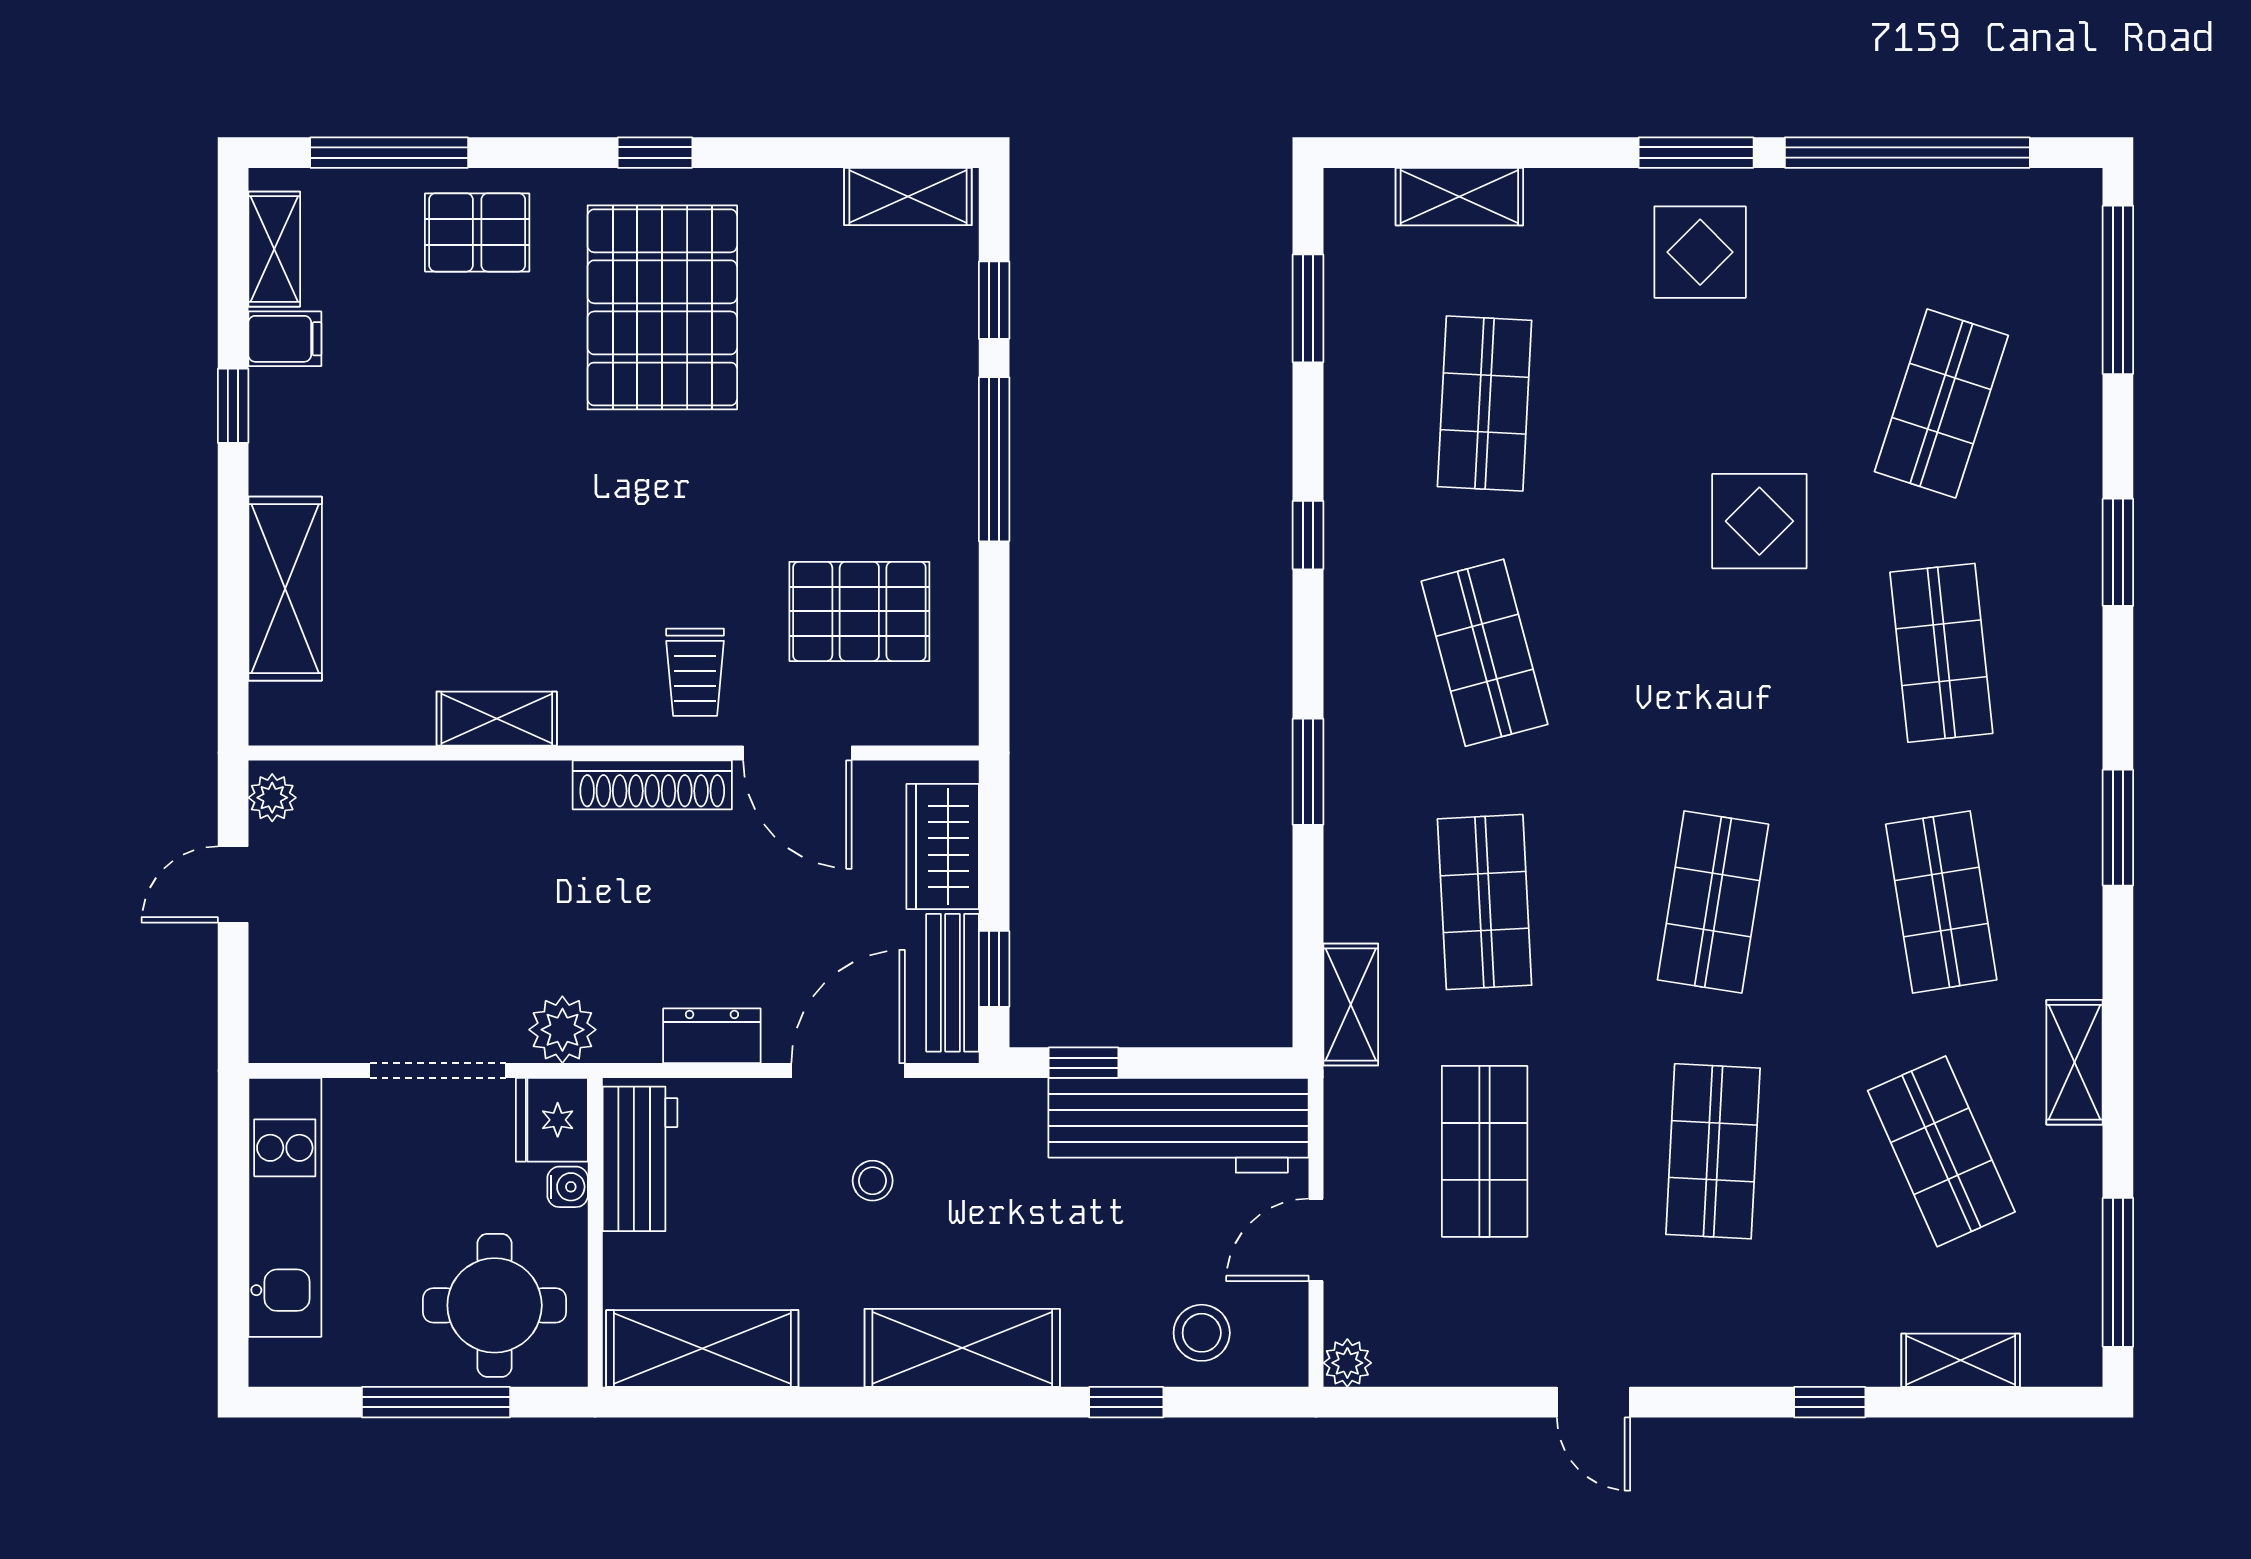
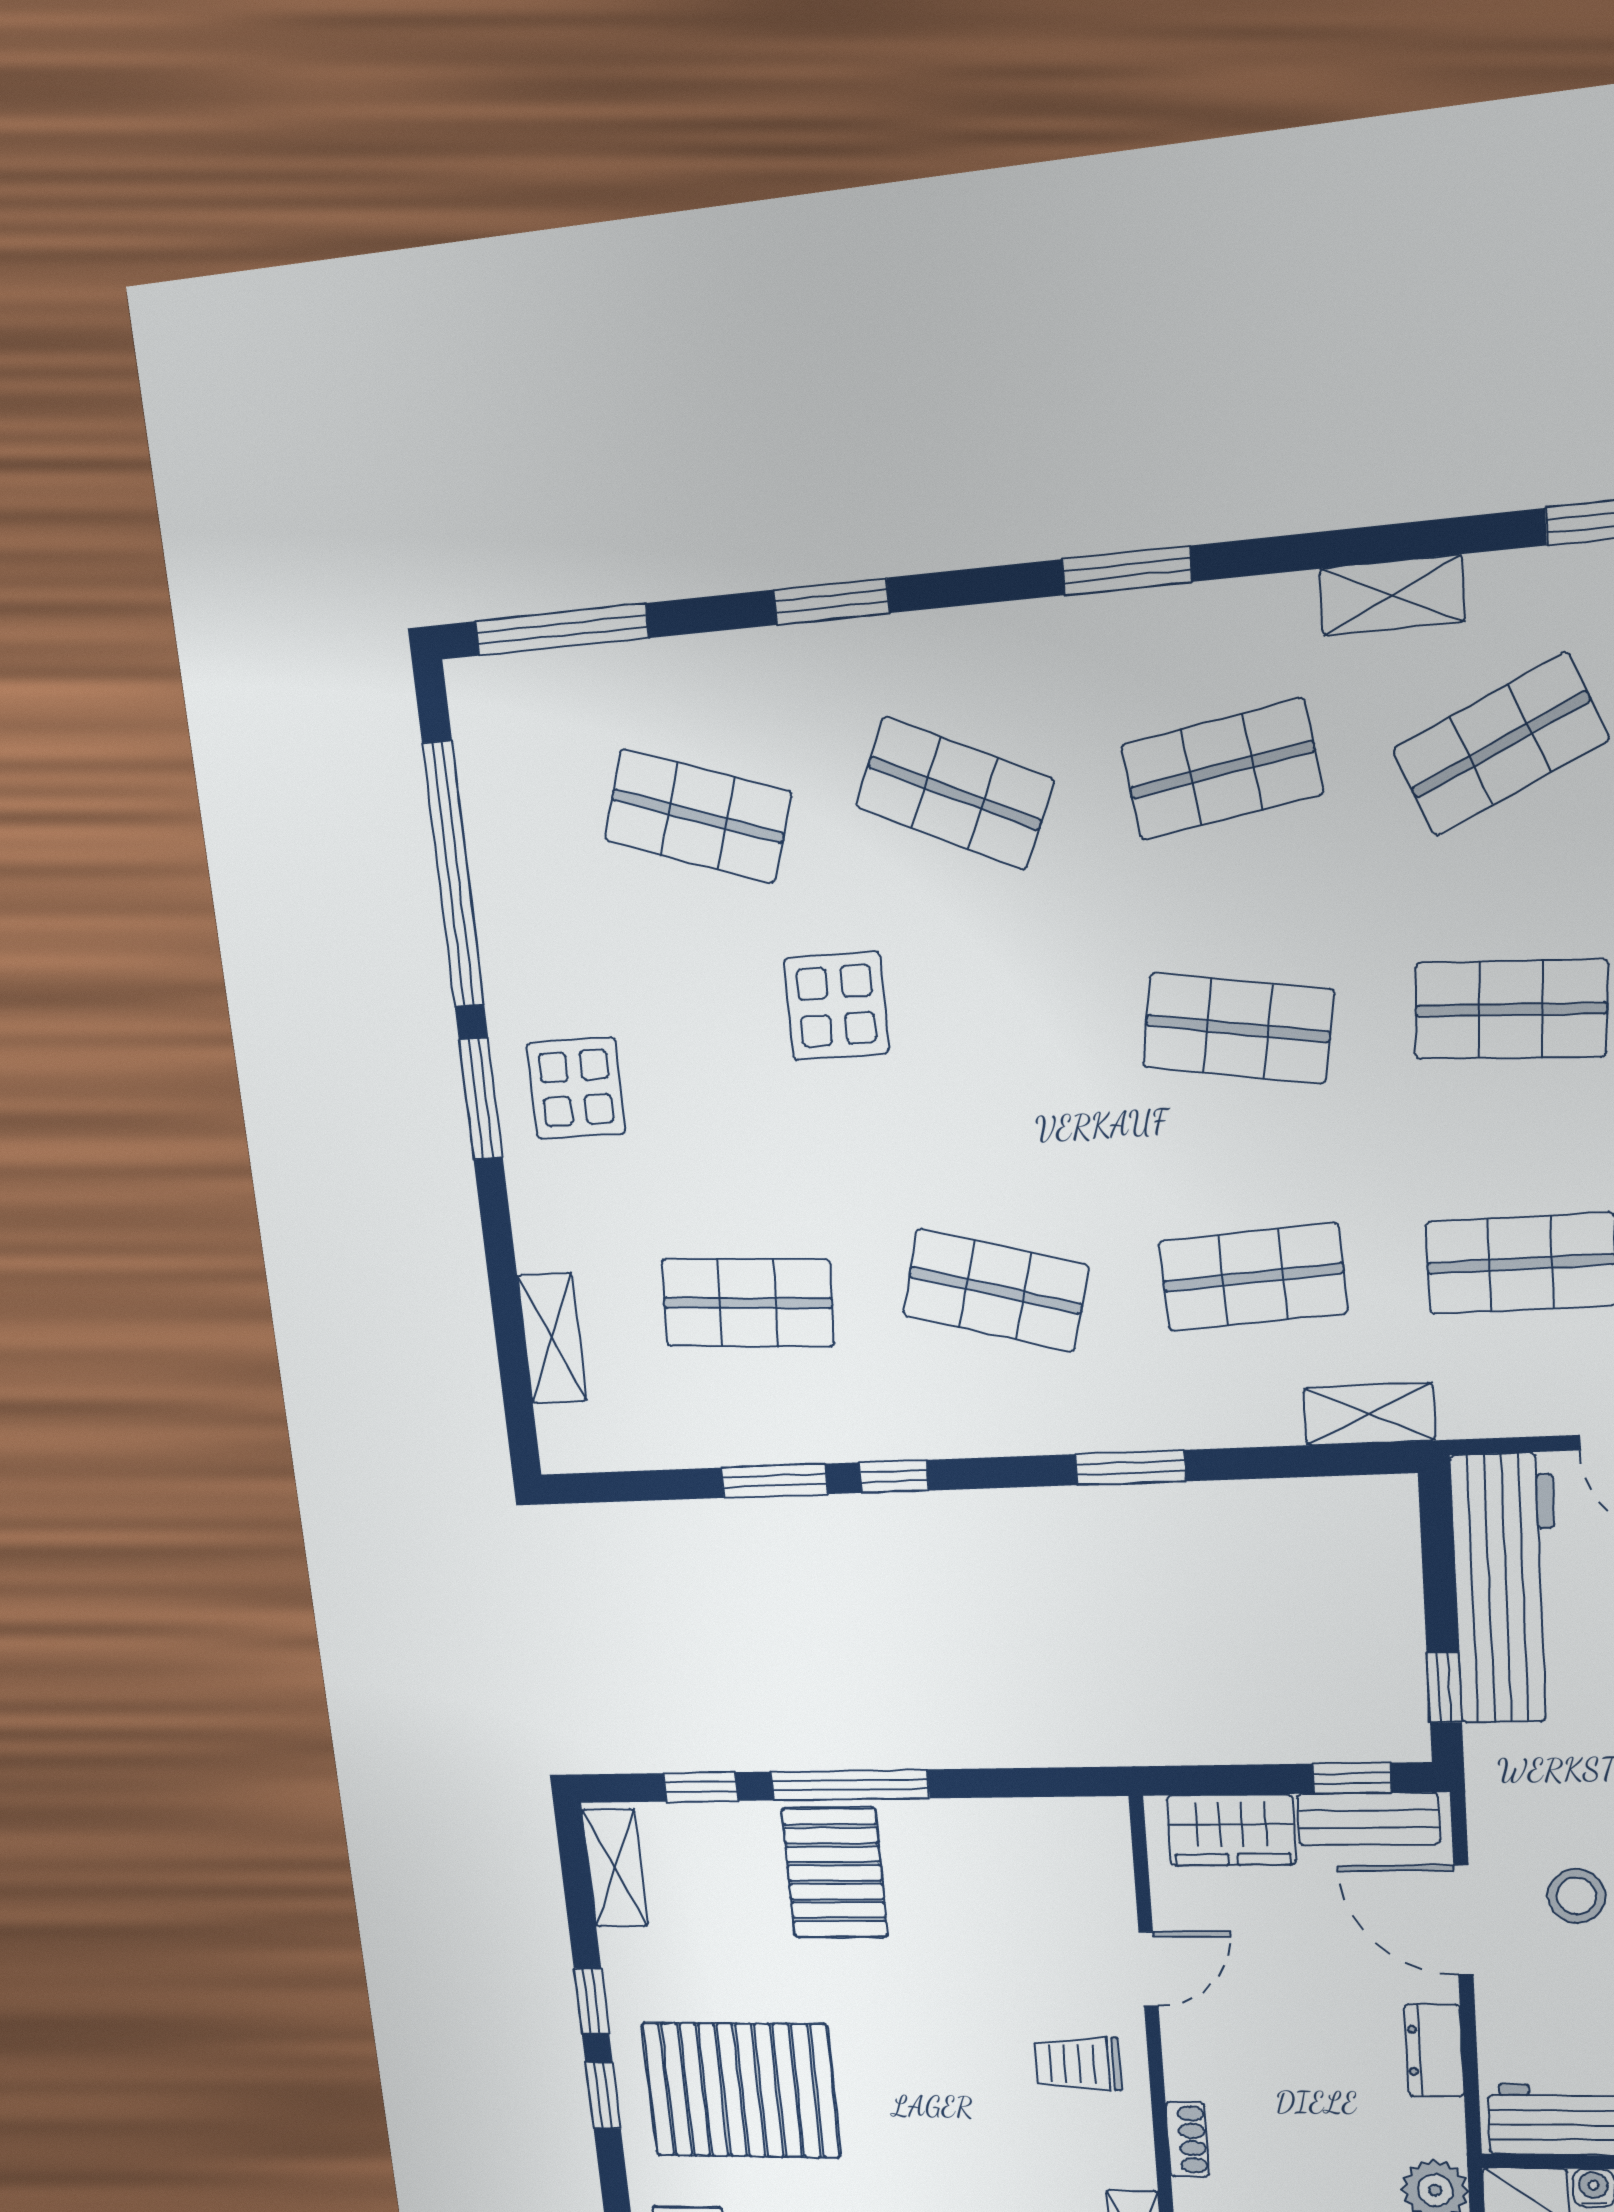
window: (761, 153) -> (591, 2001), added
window: (1308, 308) -> (774, 1481), moved
pallet: (859, 611) -> (835, 1873), moved
shop shelf: (1485, 653) -> (995, 1290), turned 30
shop shelf: (1941, 653) -> (954, 793), turned 30
trolley: (695, 672) -> (1078, 2064), turned 180
door: (797, 753) -> (1148, 1969), width x0.73
shoe rack: (652, 785) -> (1187, 2139), width x0.51, depth x0.81
stool: (873, 1181) -> (1577, 1896), width x1.37, depth x1.37

